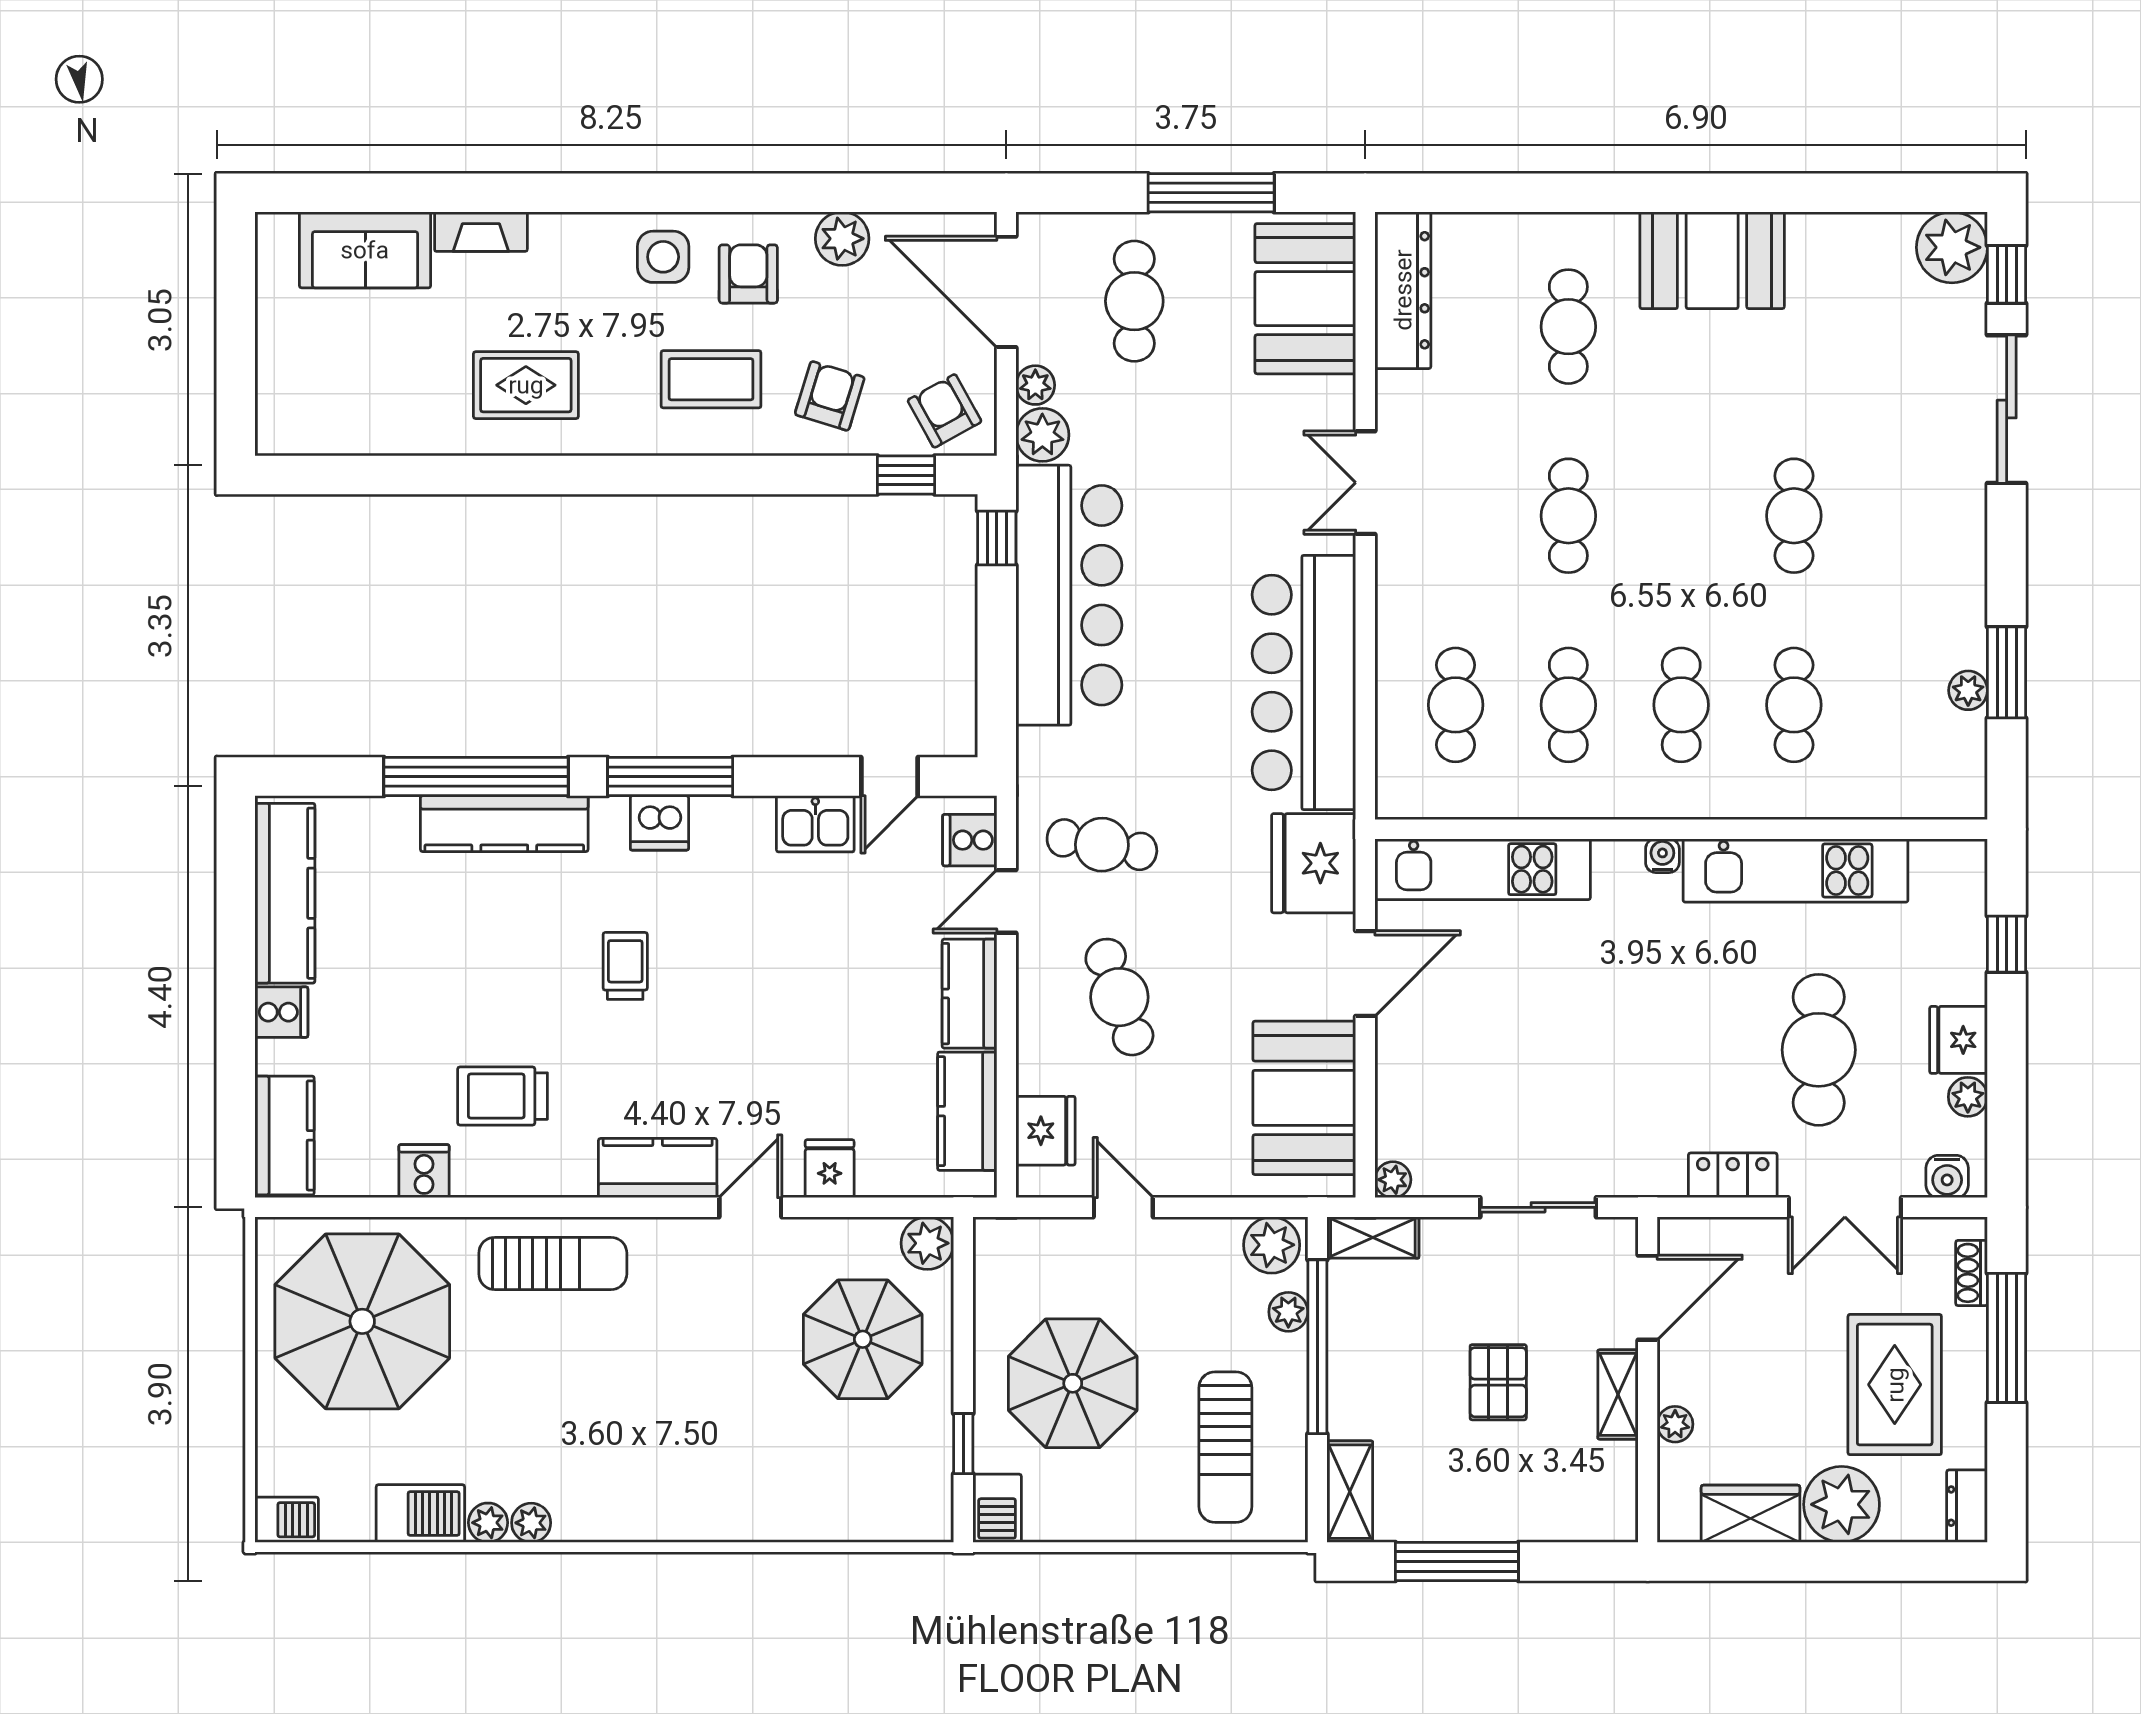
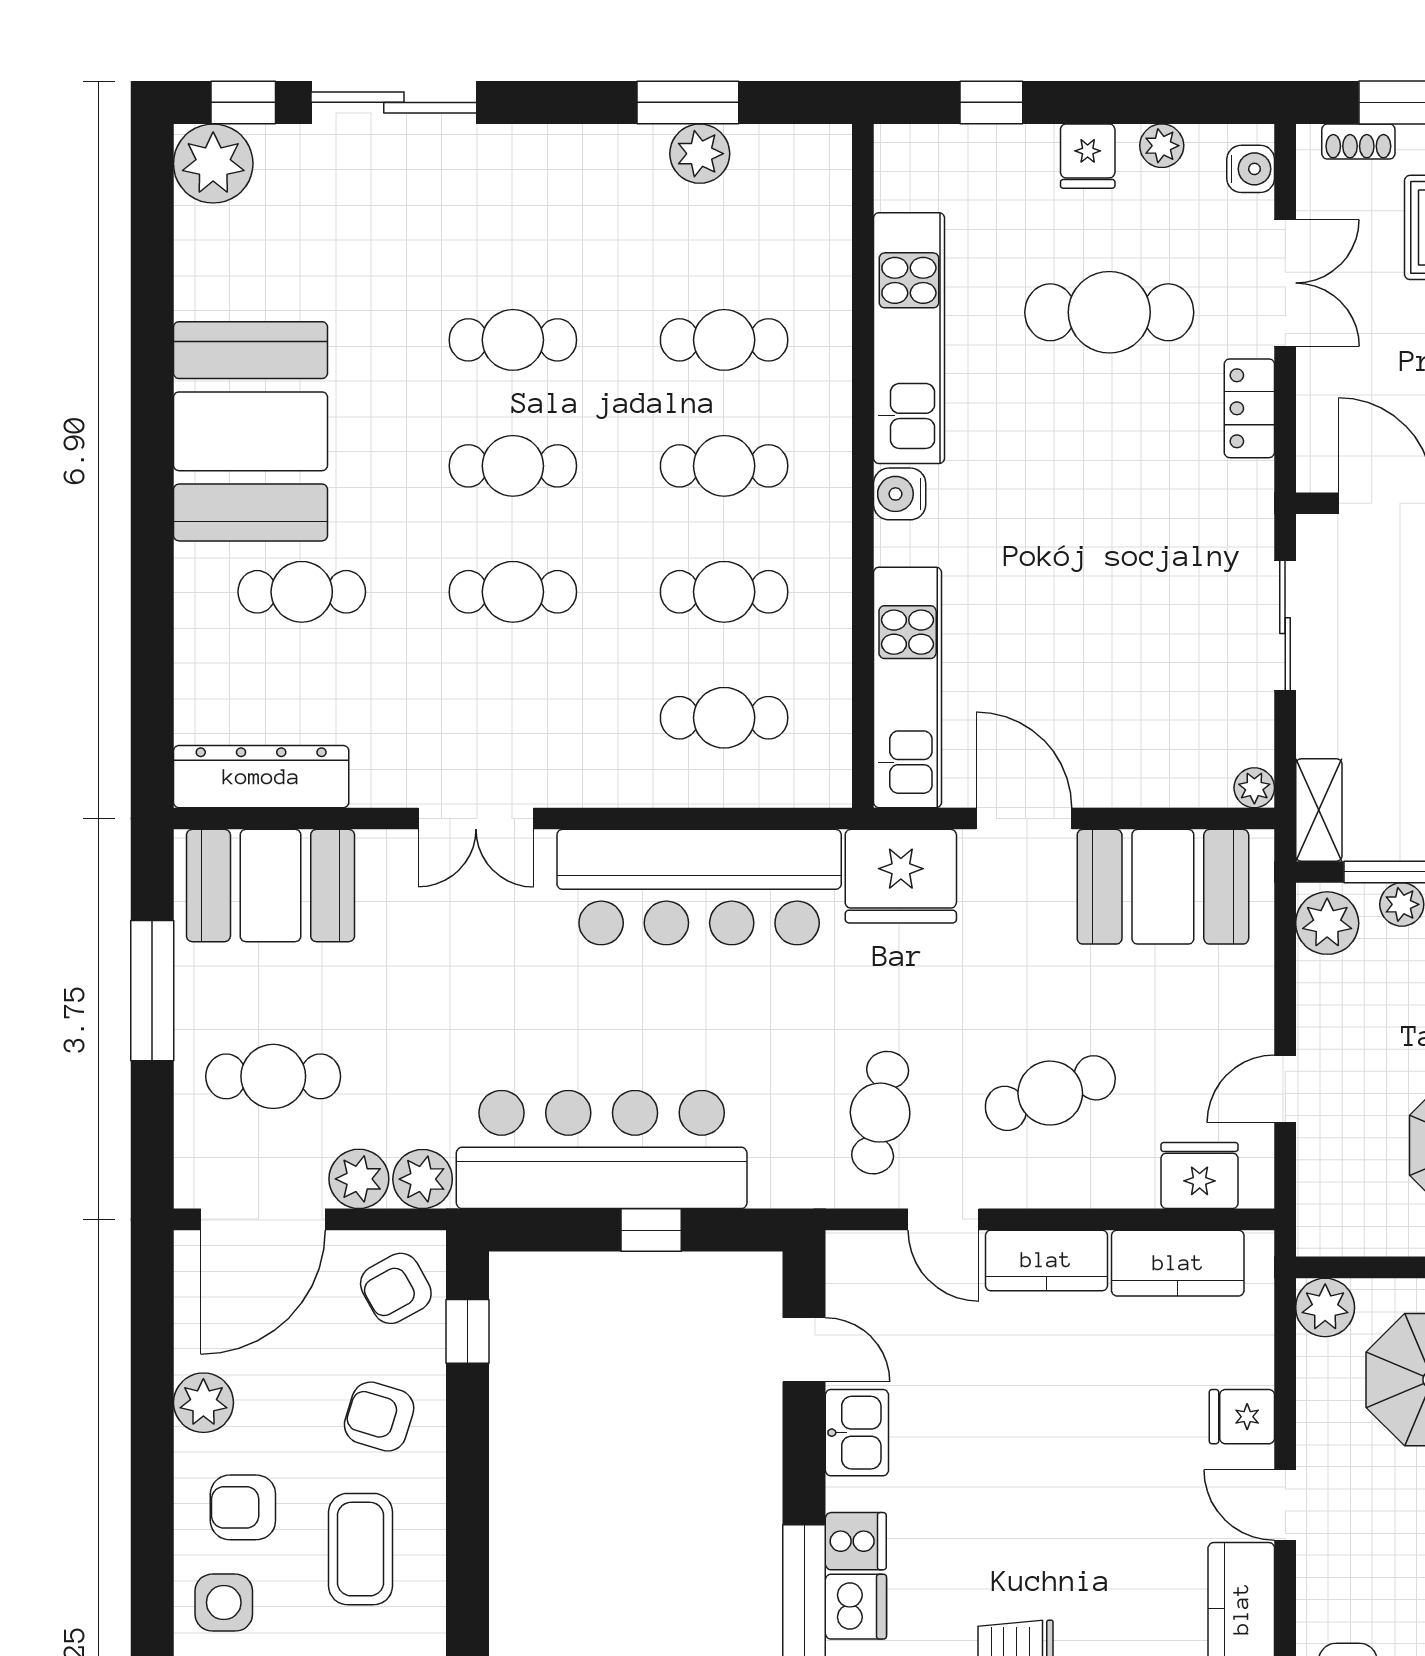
booth: (1712, 260) -> (251, 431), width x1.36, depth x1.42
plant: (1035, 385) -> (359, 1179), width x1.38, depth x1.38
cafe table: (1681, 516) -> (513, 466), added
window: (997, 538) -> (651, 1230), moved
plant: (1968, 690) -> (700, 154), width x1.38, depth x1.38
cooker: (970, 840) -> (856, 1541), moved, turned -90
water cooler: (1662, 856) -> (900, 494), width x1.38, depth x1.38
fridge: (1959, 1040) -> (1088, 156), width x0.72

